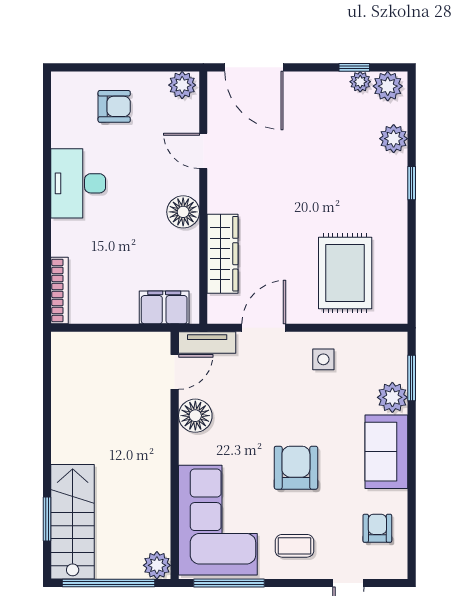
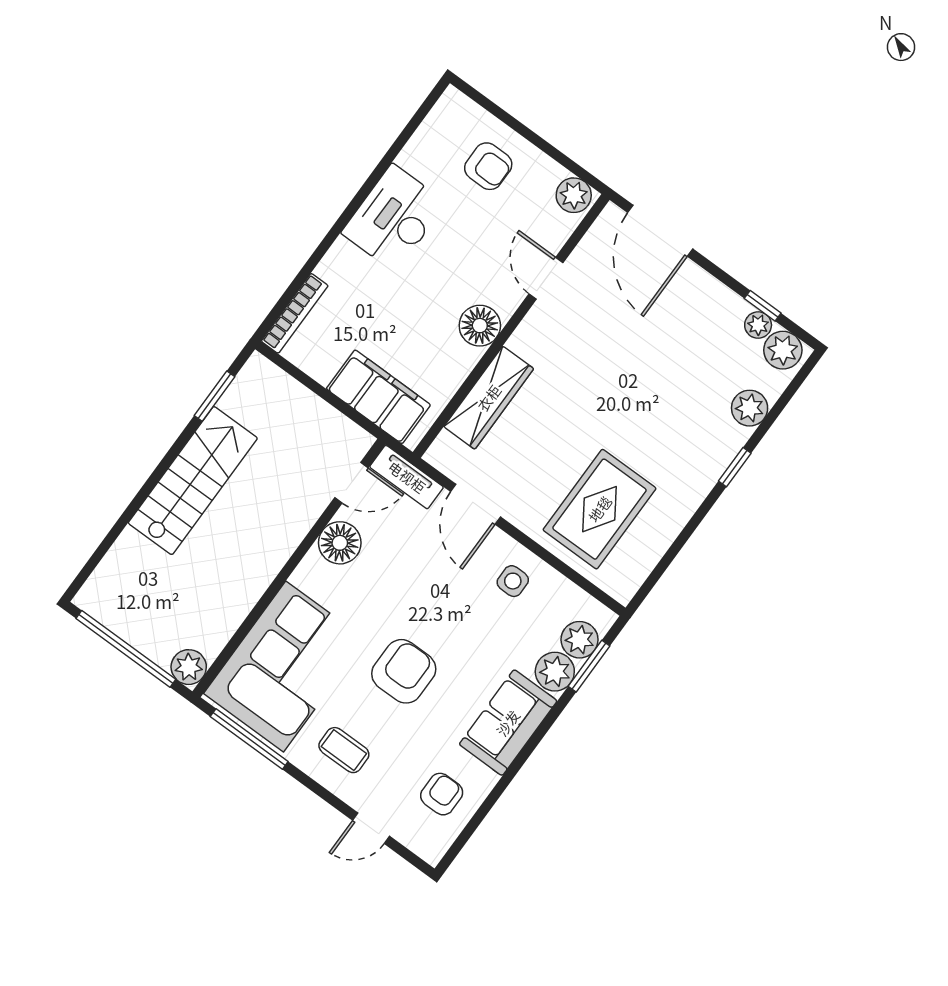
filing cabinet: (164, 307) -> (378, 397), width x1.50, depth x1.17
door: (264, 328) -> (476, 504), swing flipped
plant: (393, 366) -> (580, 640), added
window: (47, 519) -> (215, 396), moved
stairs: (73, 522) -> (193, 481), moved

